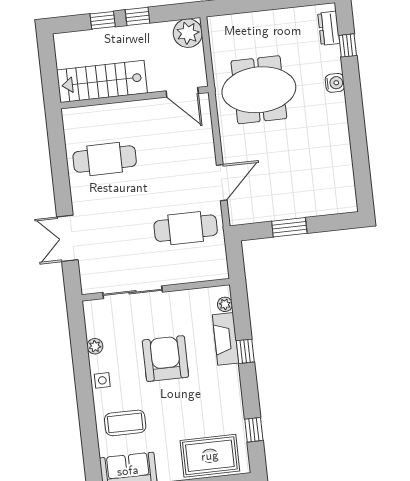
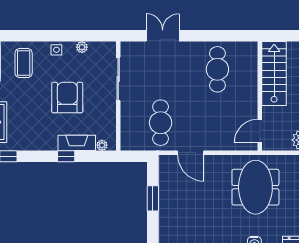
armchair: (165, 359) -> (67, 98), turned -90

